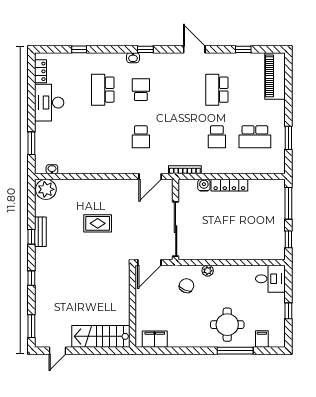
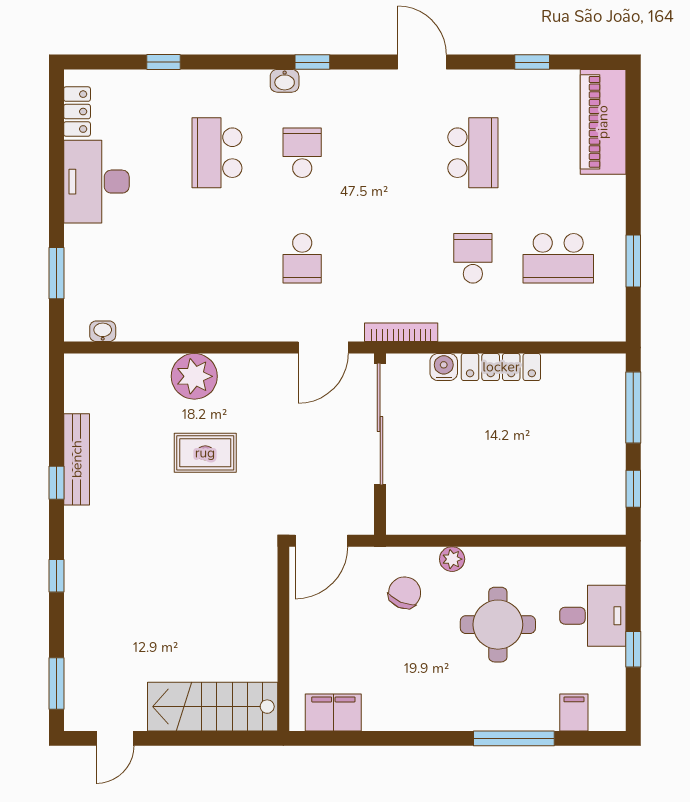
school desk: (217, 90) -> (473, 153), turned 180
school desk: (217, 137) -> (473, 258), turned 180
plant: (46, 189) -> (194, 376), moved
sliding door: (176, 229) -> (380, 424), moved
bench: (40, 232) -> (77, 459), width x1.36
desk: (270, 279) -> (593, 616), moved
round table: (227, 325) -> (498, 625), moved

